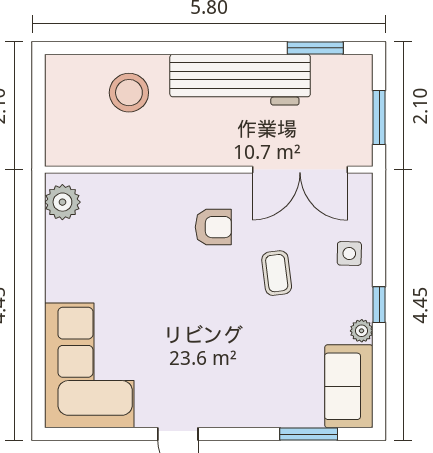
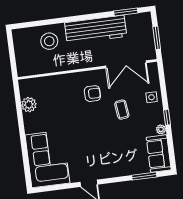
plant: (62, 202) -> (29, 105), moved

